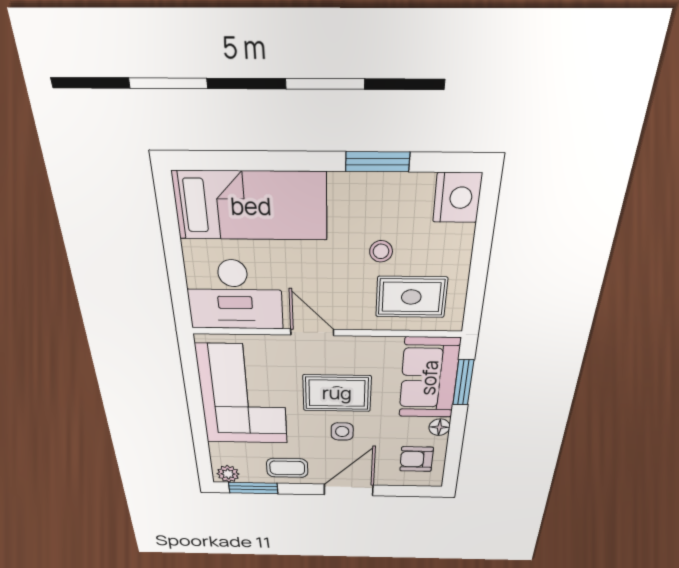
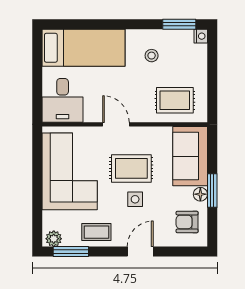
window: (378, 162) -> (179, 24), moved
nightstand: (457, 198) -> (201, 36), width x0.53, depth x0.56
stool: (381, 251) -> (152, 56), moved
desk: (234, 295) -> (63, 100), width x0.73
window: (463, 383) -> (212, 190), moved
door: (349, 490) -> (140, 252), width x0.73

